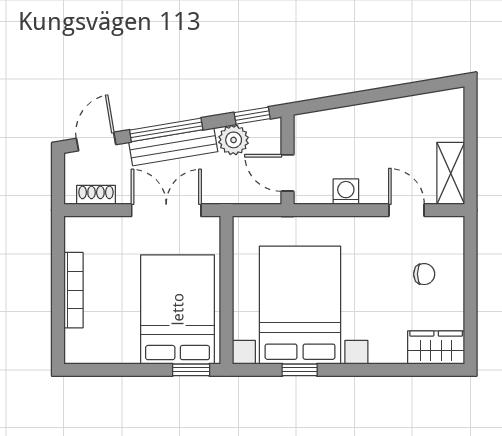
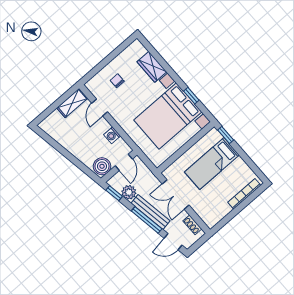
boiler: (311, 133) -> (102, 166), added
bookcase: (73, 290) -> (244, 194), moved
bed: (178, 309) -> (212, 163), width x0.67
wardrobe: (436, 347) -> (152, 67), moved

